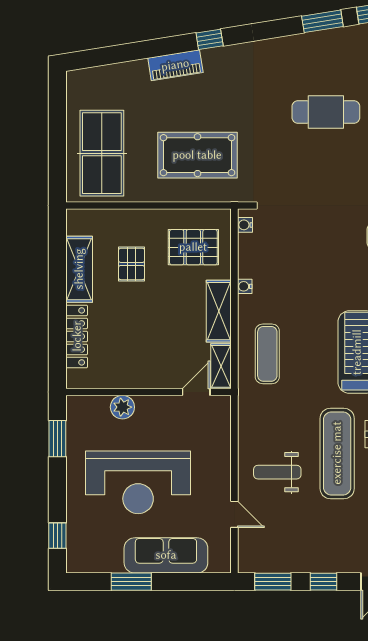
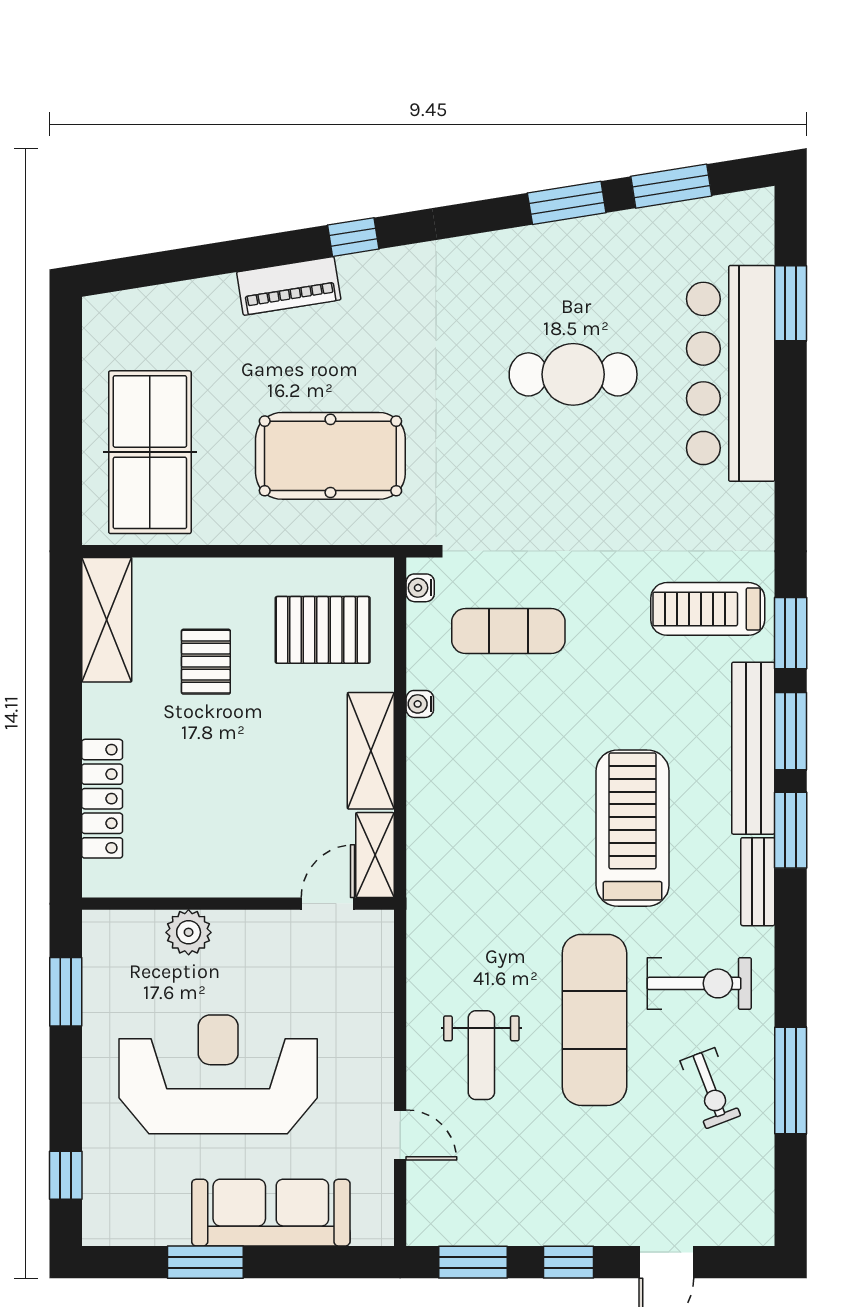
shelving: (79, 269) -> (107, 620), moved
exercise mat: (267, 354) -> (508, 631), moved, turned 90
weight bench: (277, 472) -> (481, 1055), turned -90
reception desk: (138, 482) -> (218, 1074), turned 180

